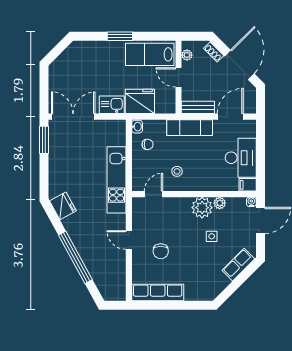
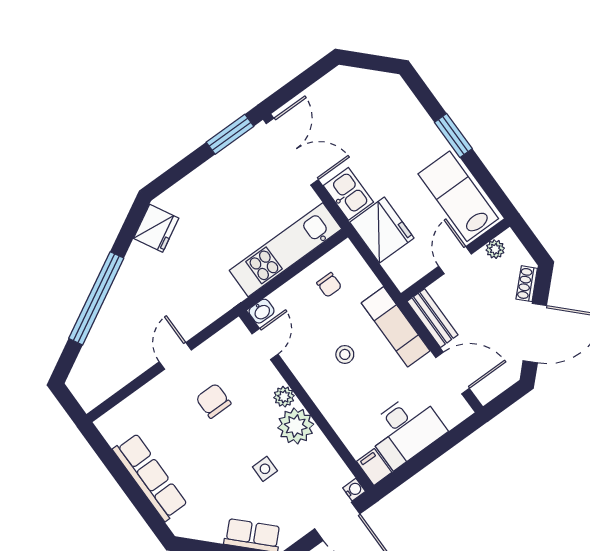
washbasin: (137, 127) -> (262, 311), moved
stool: (177, 171) -> (345, 354), moved
kitchen unit: (117, 180) -> (286, 250), moved
door: (154, 194) -> (265, 344), hinge flipped
plant: (220, 203) -> (284, 397), moved
chair: (161, 251) -> (213, 401), moved, turned 90
row of seats: (158, 293) -> (150, 477), moved

